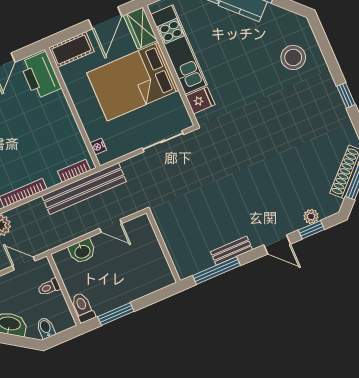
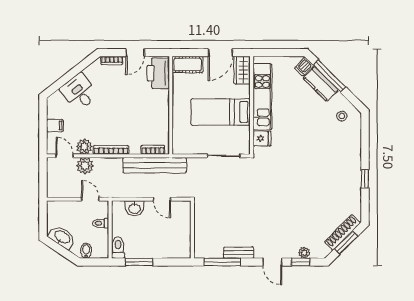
stool: (293, 57) -> (342, 116), moved, width x0.53, depth x0.53
bed: (133, 82) -> (221, 112), width x0.67
nightstand: (98, 146) -> (177, 140), removed

